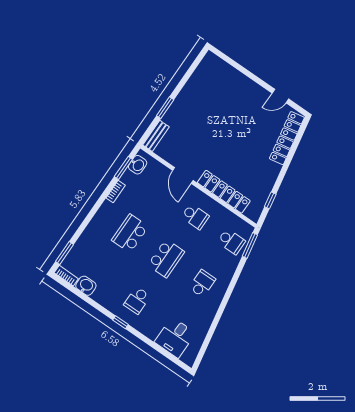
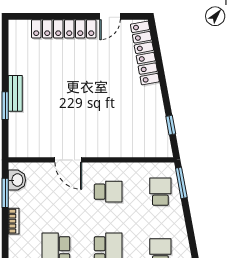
bench: (156, 136) -> (15, 93), moved
locker: (224, 192) -> (64, 29), moved, turned 180
school desk: (231, 241) -> (160, 192), turned -90

